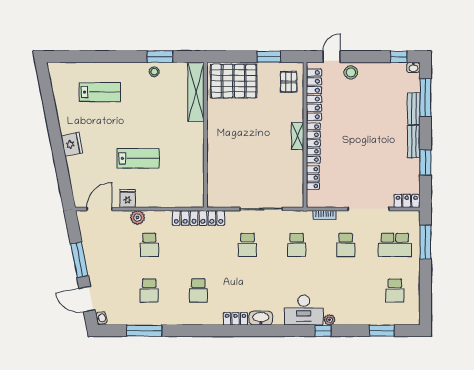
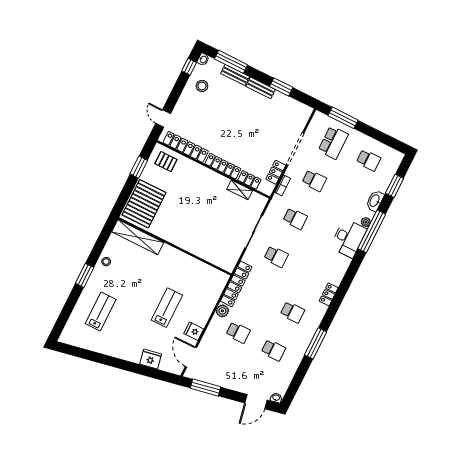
window: (160, 57) -> (85, 275), moved
stool: (351, 72) -> (202, 86), moved
shelving: (297, 136) -> (240, 190), moved
fridge: (72, 144) -> (151, 359), moved
locker: (407, 201) -> (276, 172), moved
plant: (137, 218) -> (222, 311), moved
window: (79, 260) -> (206, 388), moved
washbasin: (261, 318) -> (375, 201), moved
window: (144, 331) -> (316, 343), moved
window: (323, 331) -> (372, 231), width x3.17

